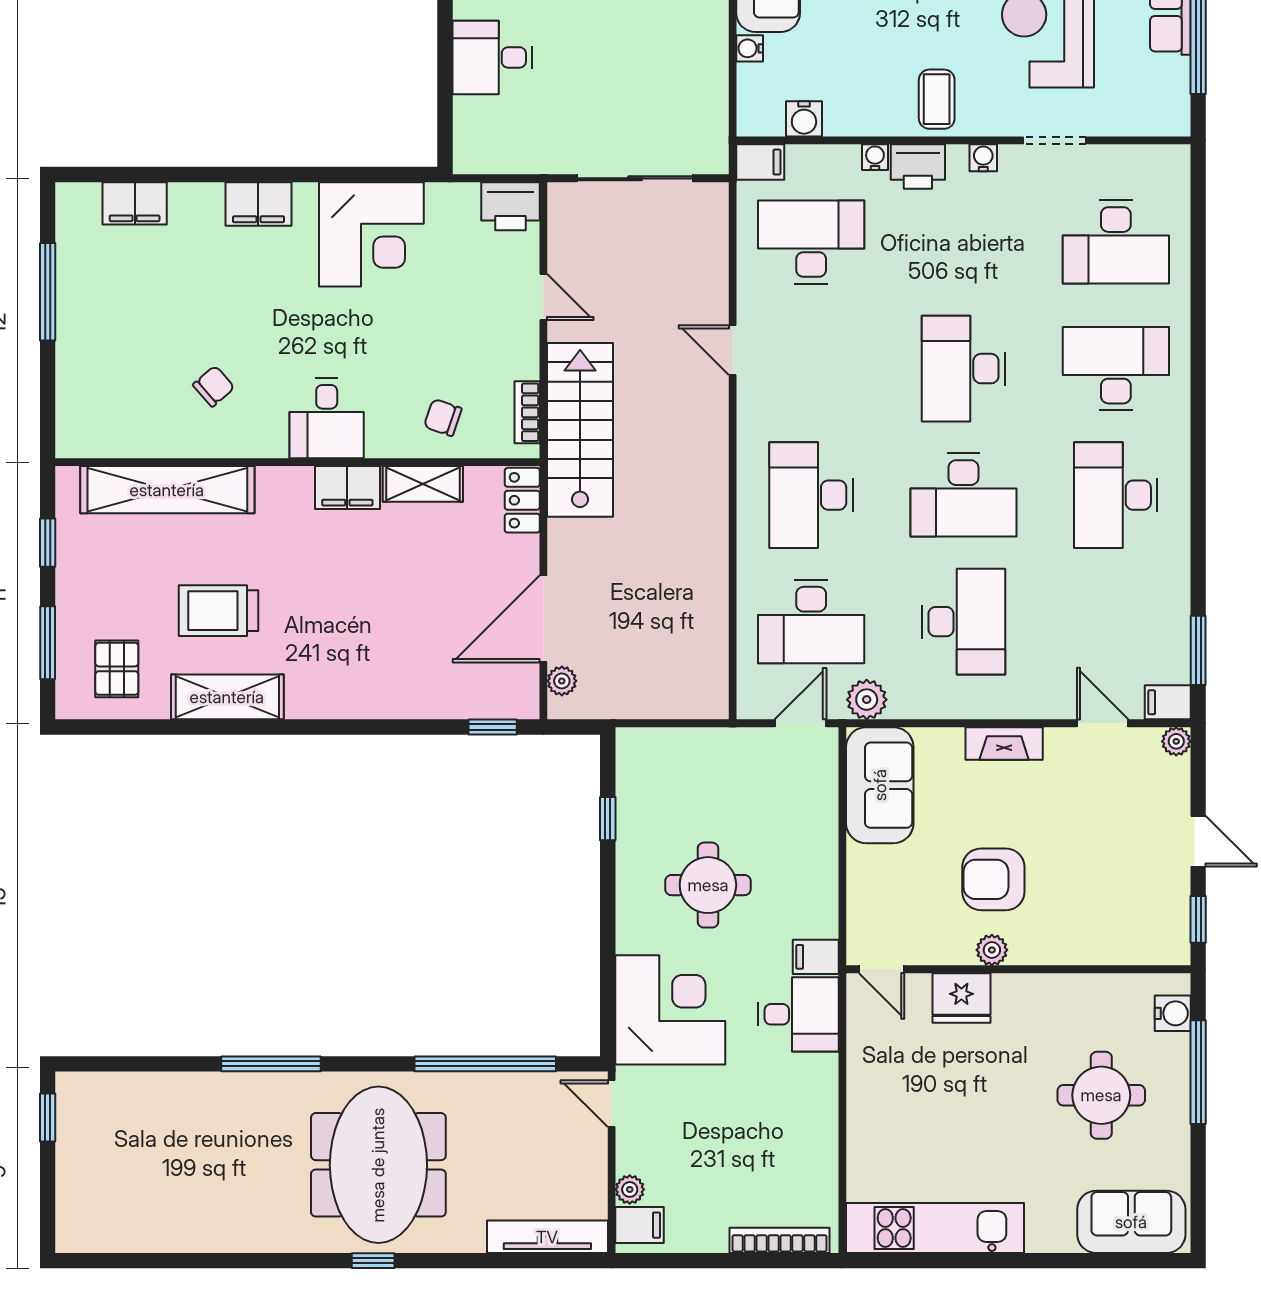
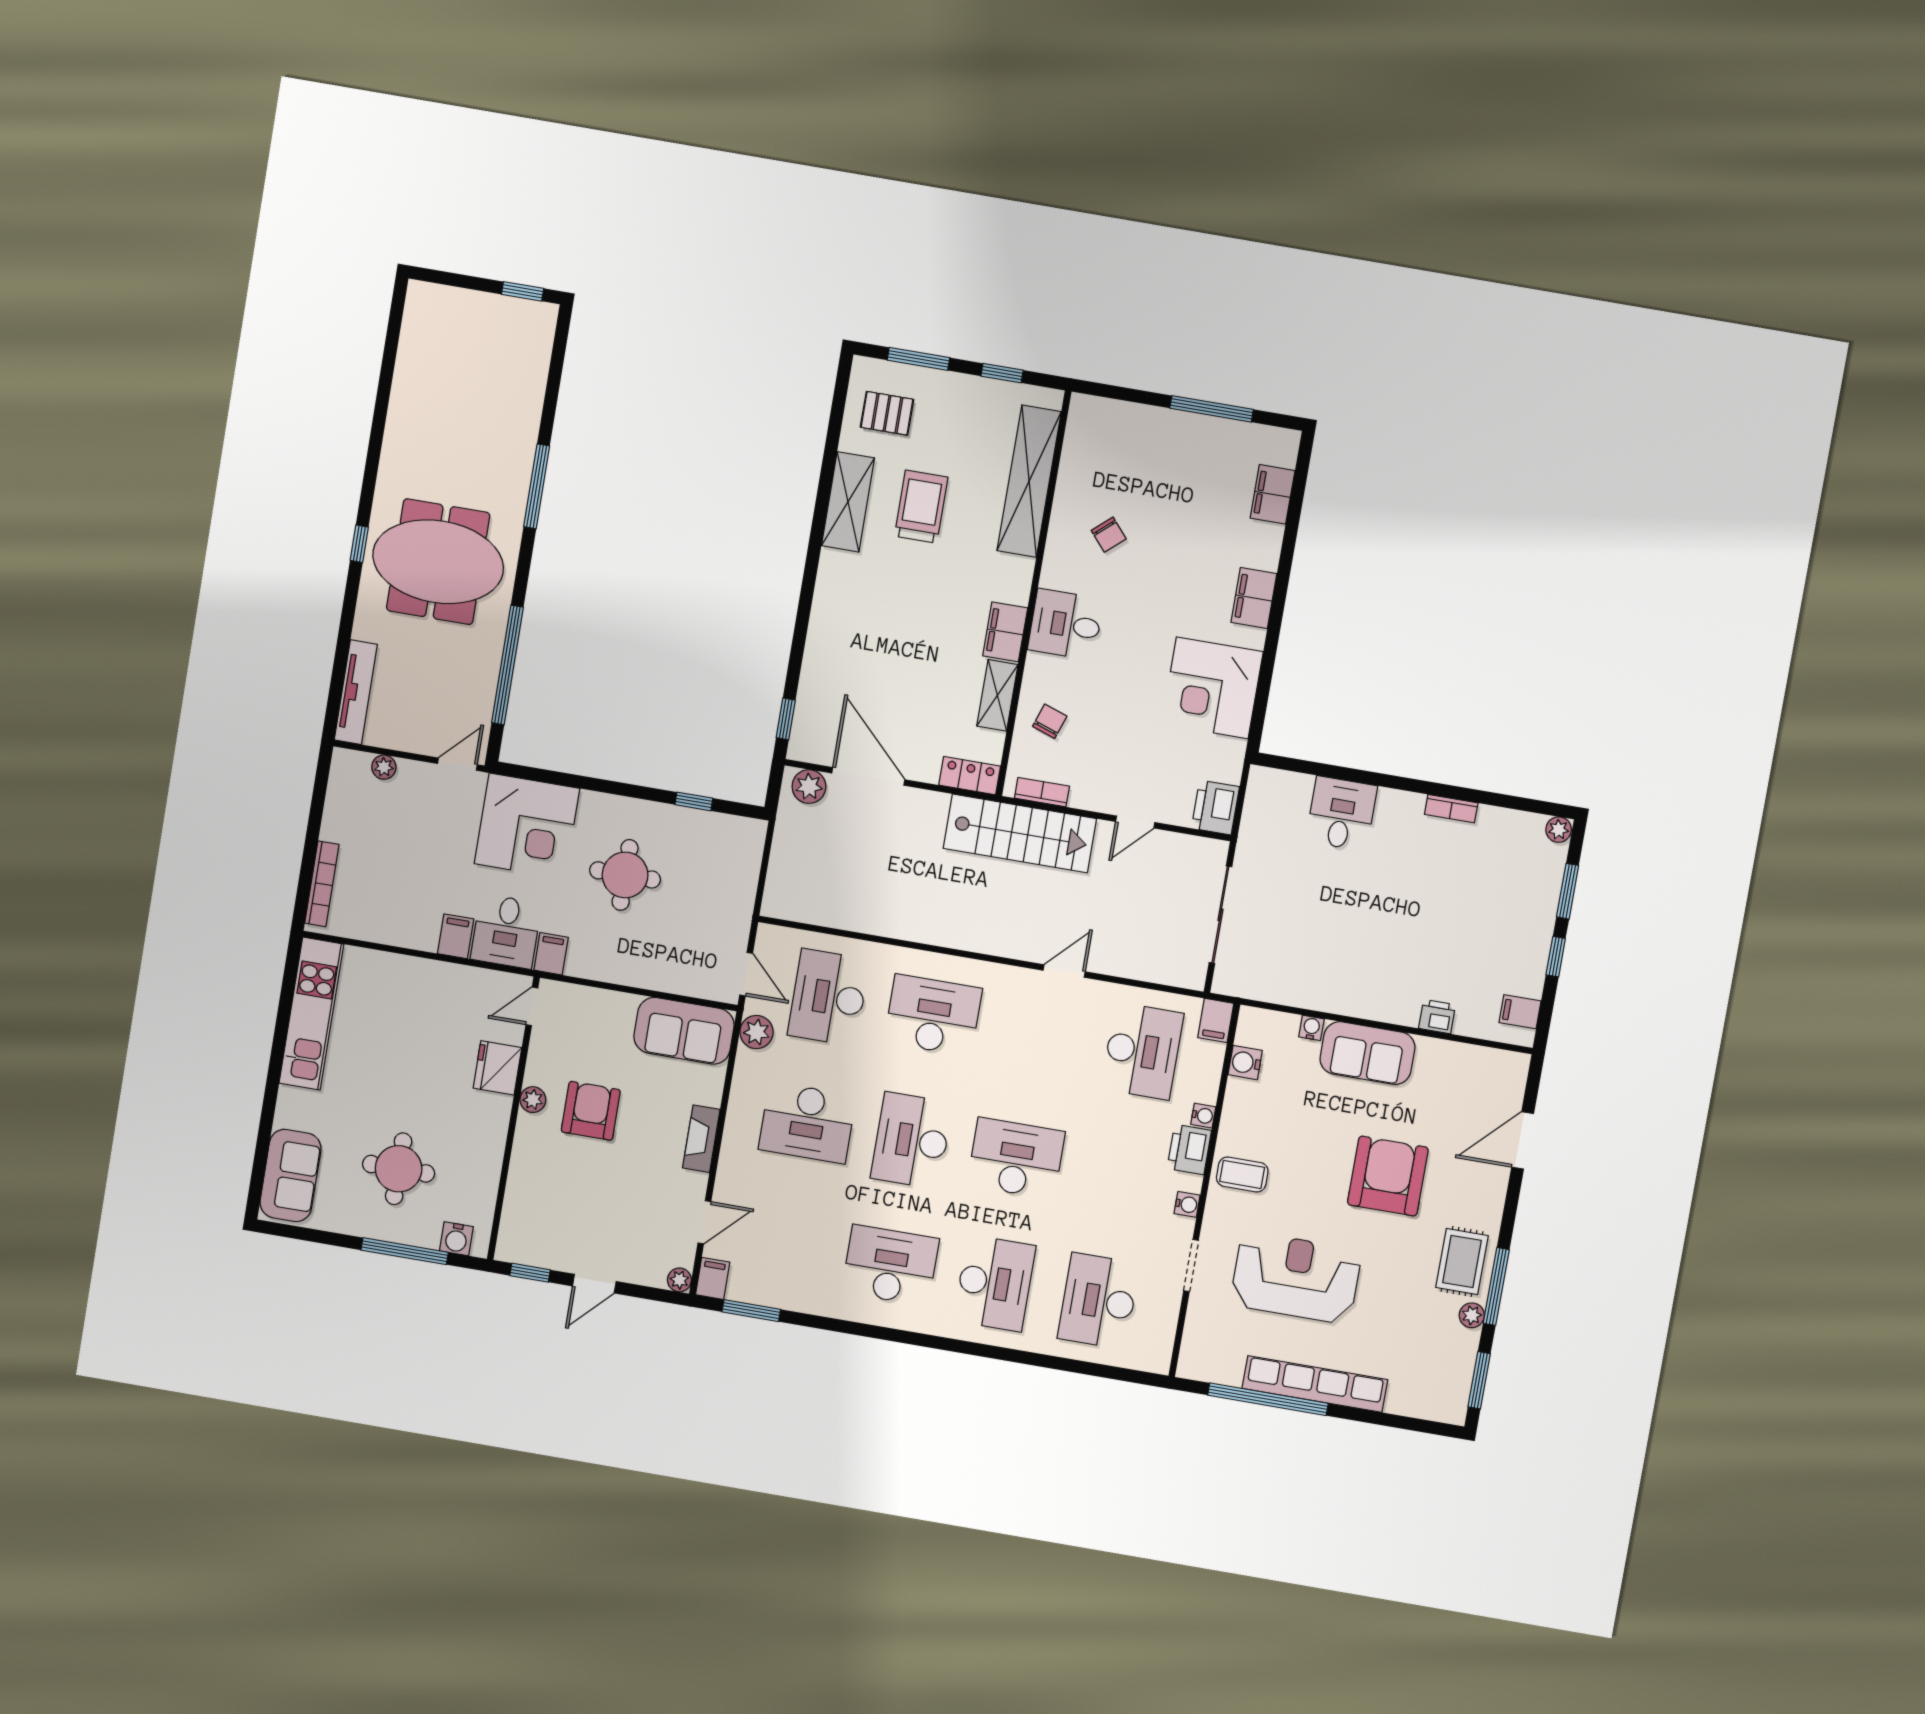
plant: (562, 681) -> (809, 787), width x1.38, depth x1.38
filing cabinet: (640, 1225) -> (456, 936), moved, turned 180

